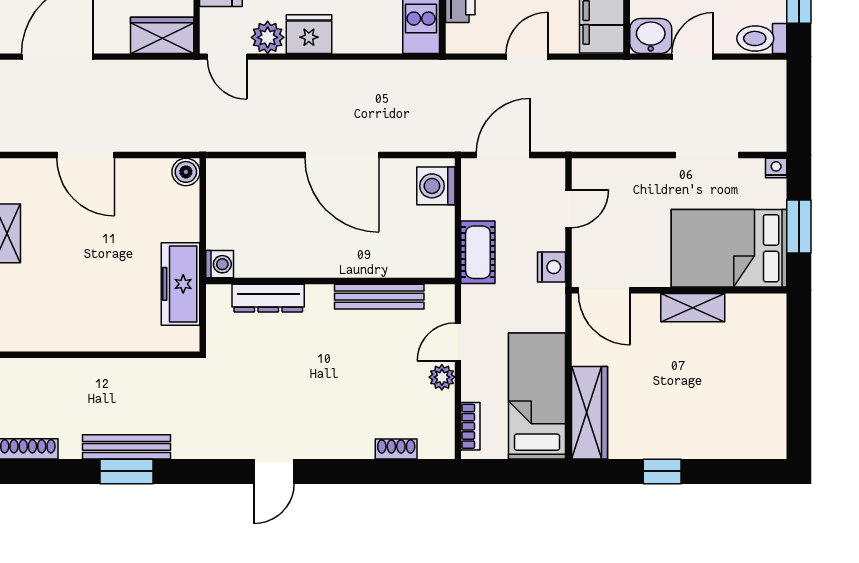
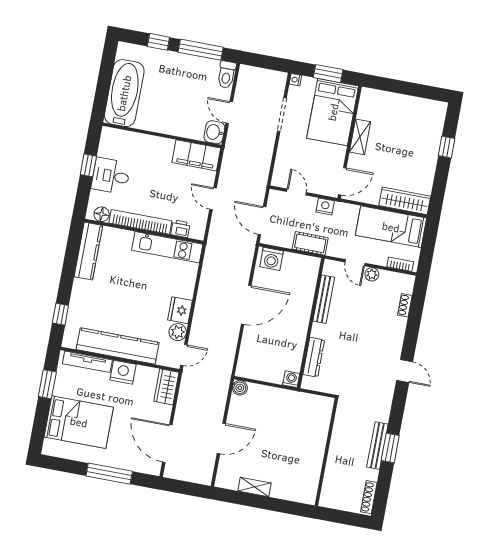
freezer: (181, 284) -> (298, 402), removed
window: (662, 471) -> (447, 147), moved

